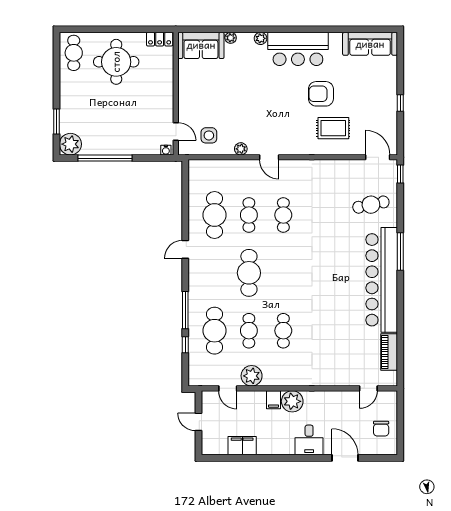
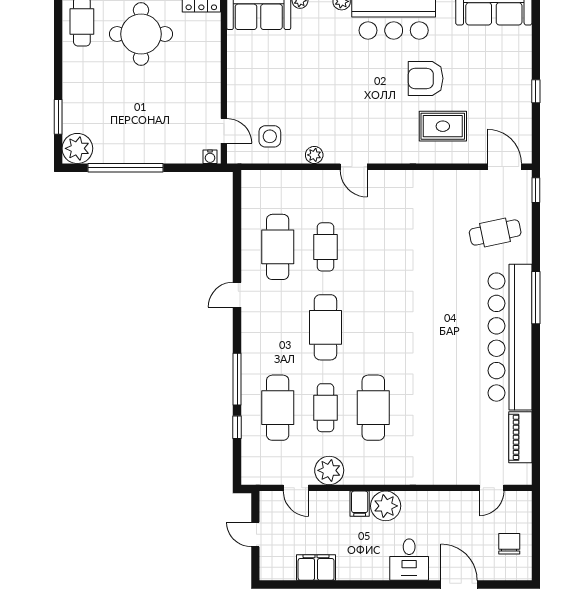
cafe table: (283, 215) -> (373, 247), removed
cafe table: (283, 331) -> (373, 408), width x1.37, depth x1.35
chair: (381, 429) -> (509, 544), turned 180

